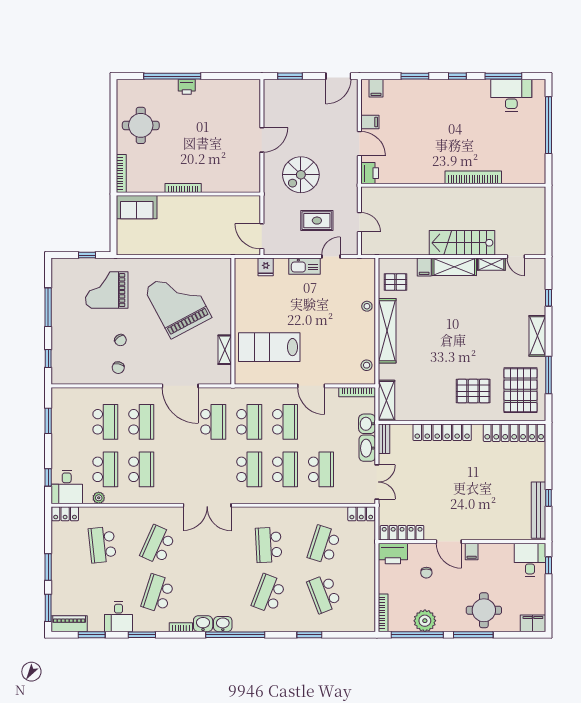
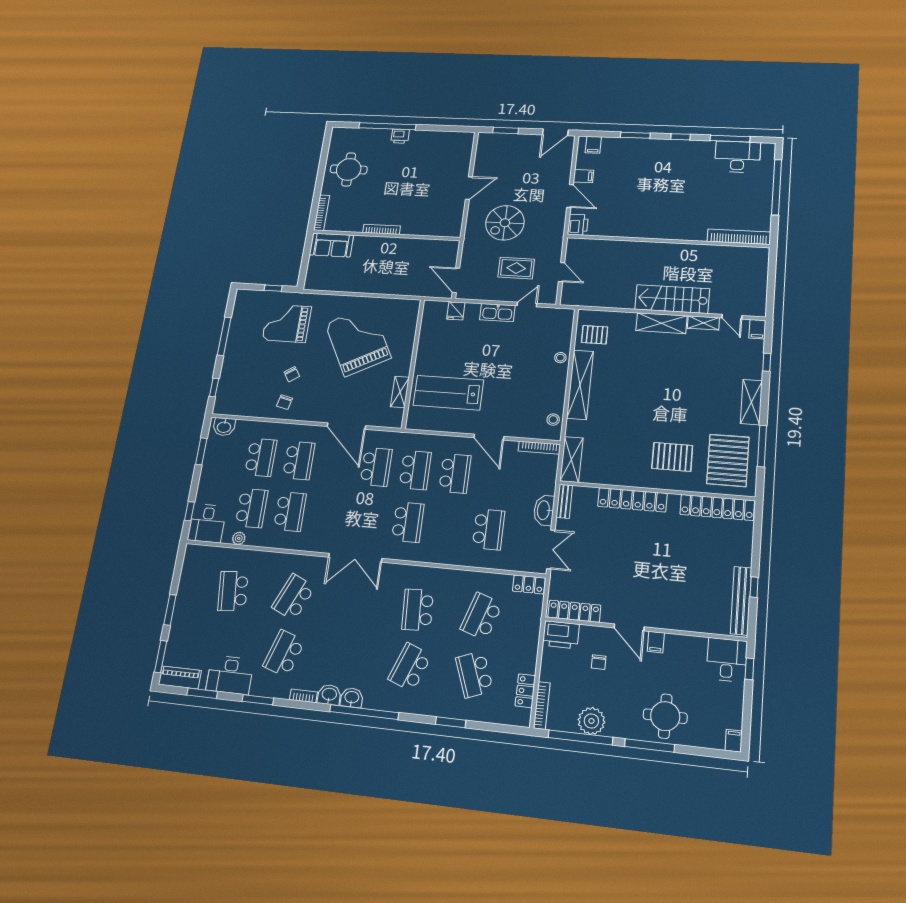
bookcase: (473, 177) -> (739, 237), moved
filing cabinet: (424, 267) -> (757, 329), moved
washbasin: (367, 424) -> (224, 427), moved, turned -90
school desk: (285, 469) -> (448, 526), removed
locker: (65, 514) -> (525, 691), moved, turned 90
desk: (118, 617) -> (230, 675), width x1.37
filing cabinet: (533, 623) -> (734, 741), width x0.50

